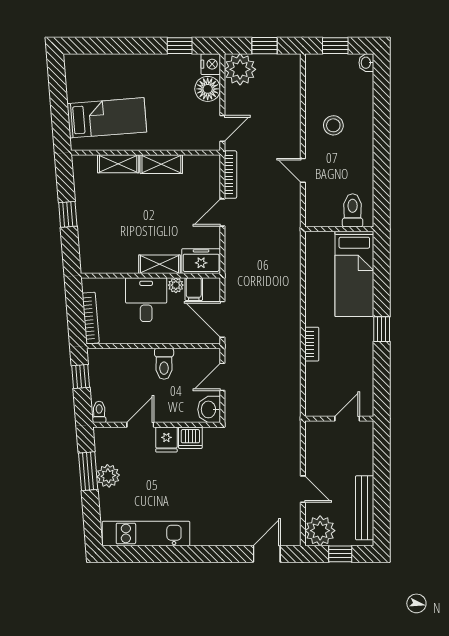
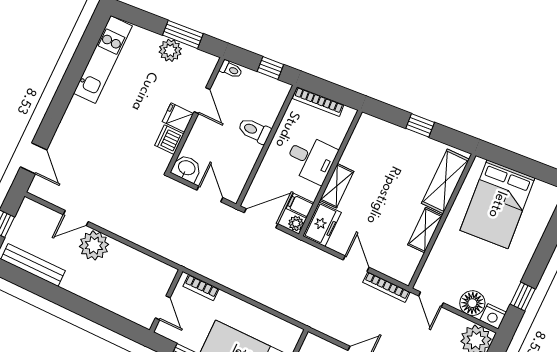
bed: (107, 118) -> (497, 204), width x1.50
shelving: (118, 164) -> (445, 181), width x1.50, depth x1.33
plant: (176, 285) -> (296, 223), moved
toilet: (164, 364) -> (254, 131), moved
wall: (339, 419) -> (166, 301), moved
door: (347, 419) -> (163, 308), moved
plant: (320, 531) -> (94, 245), moved

